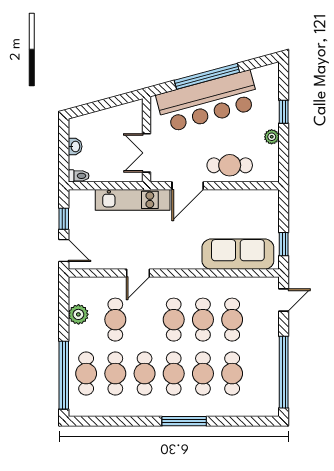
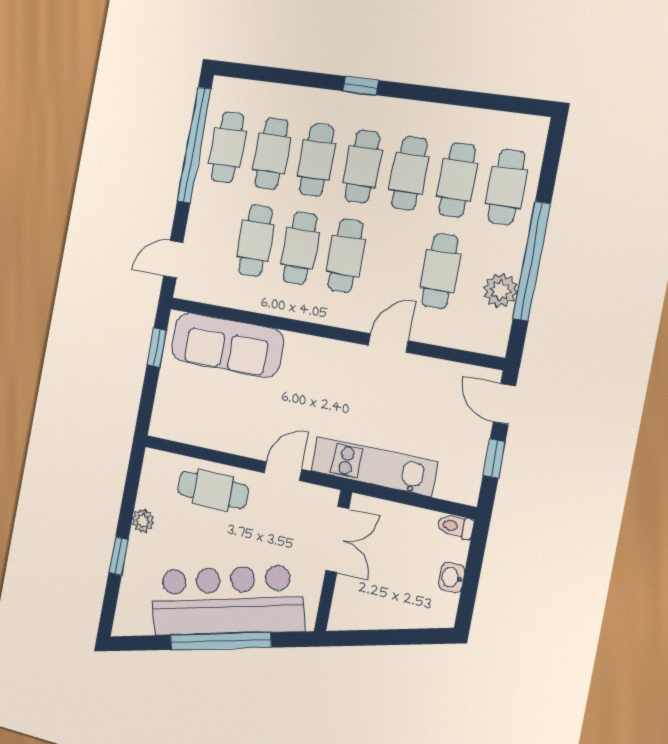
door: (188, 186) -> (283, 471), width x0.73
cafe table: (261, 374) -> (228, 147), added
window: (64, 375) -> (532, 261), moved
window: (184, 421) -> (361, 86), width x0.46

